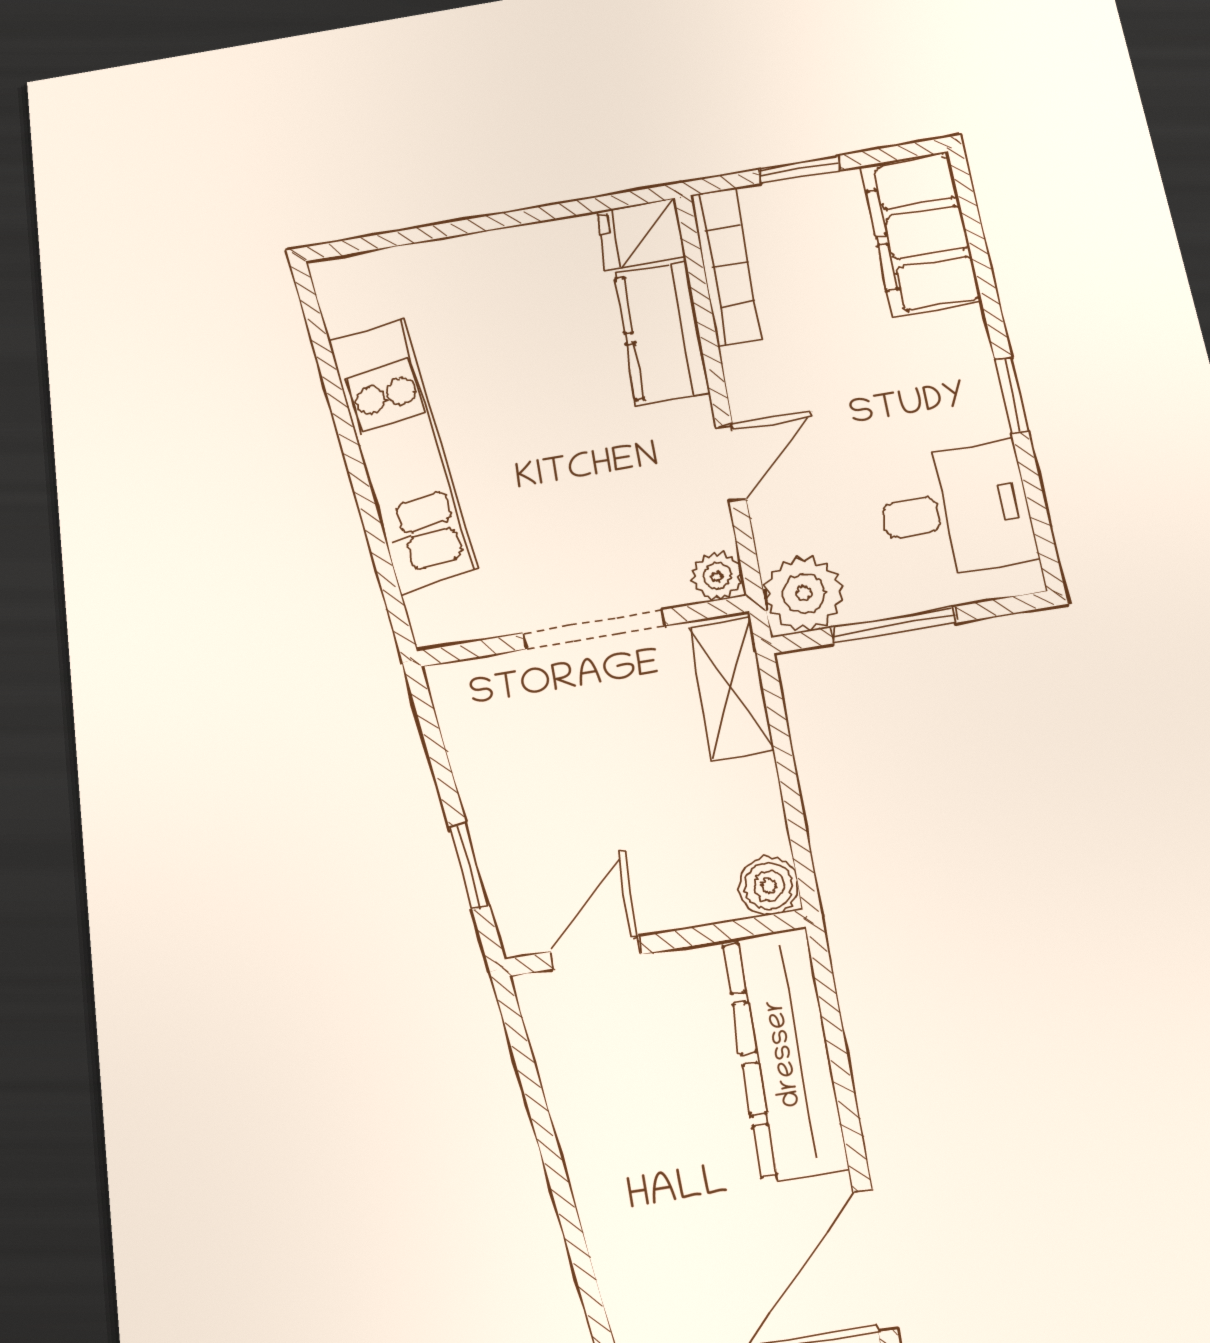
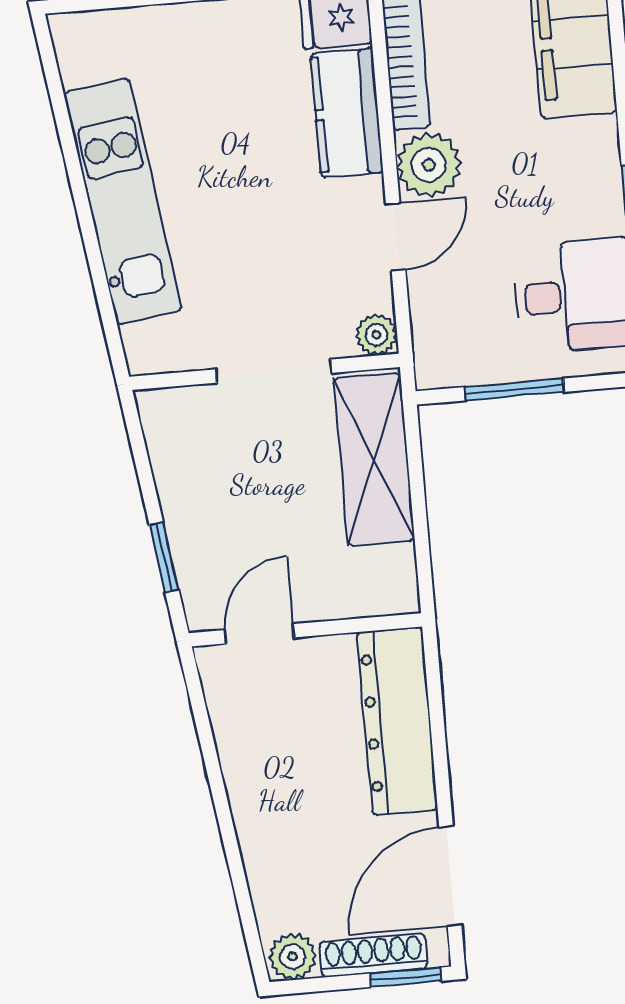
plant: (804, 593) -> (429, 165), moved
shelving: (731, 688) -> (374, 459), width x1.50, depth x1.33
boiler: (769, 886) -> (396, 592), removed

